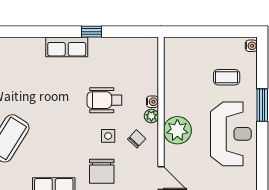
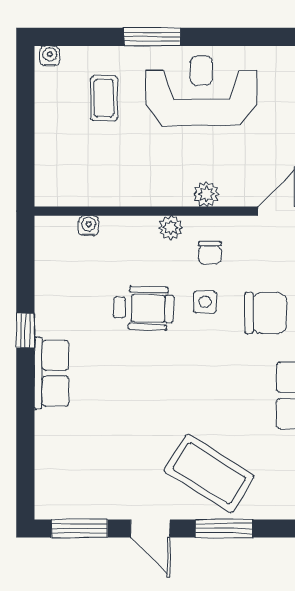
wheelchair: (105, 100) -> (143, 308), turned -88
water cooler: (152, 102) -> (89, 226), moved
plant: (177, 130) -> (206, 194), width x0.53, depth x0.53
chair: (137, 139) -> (210, 253), turned -133

